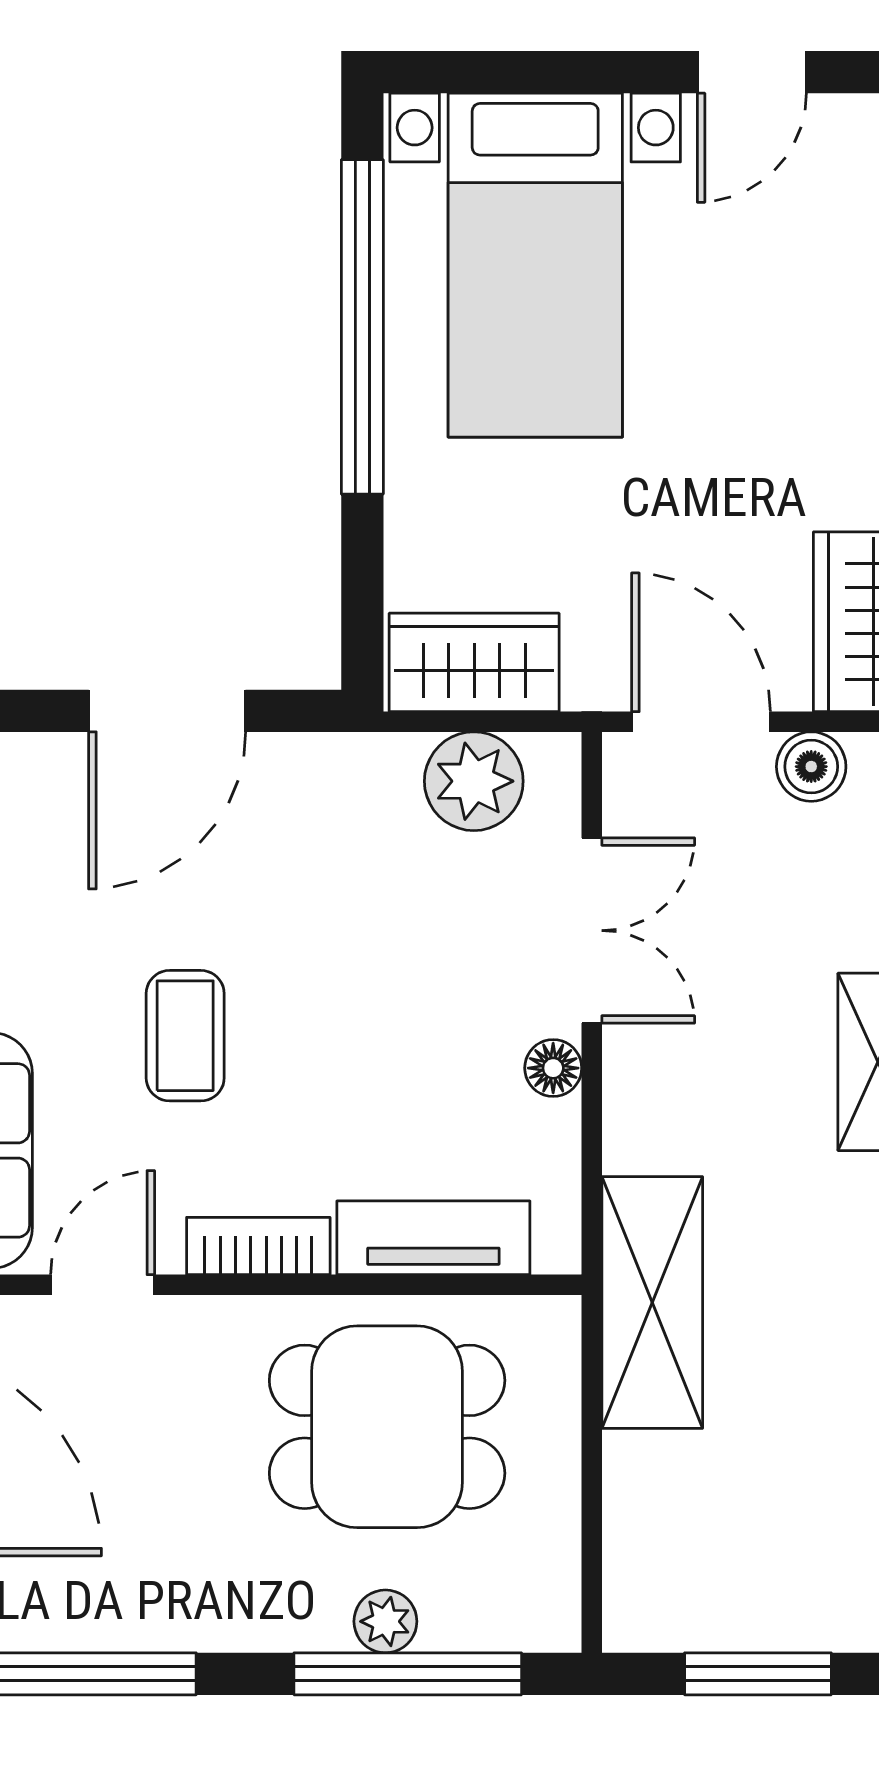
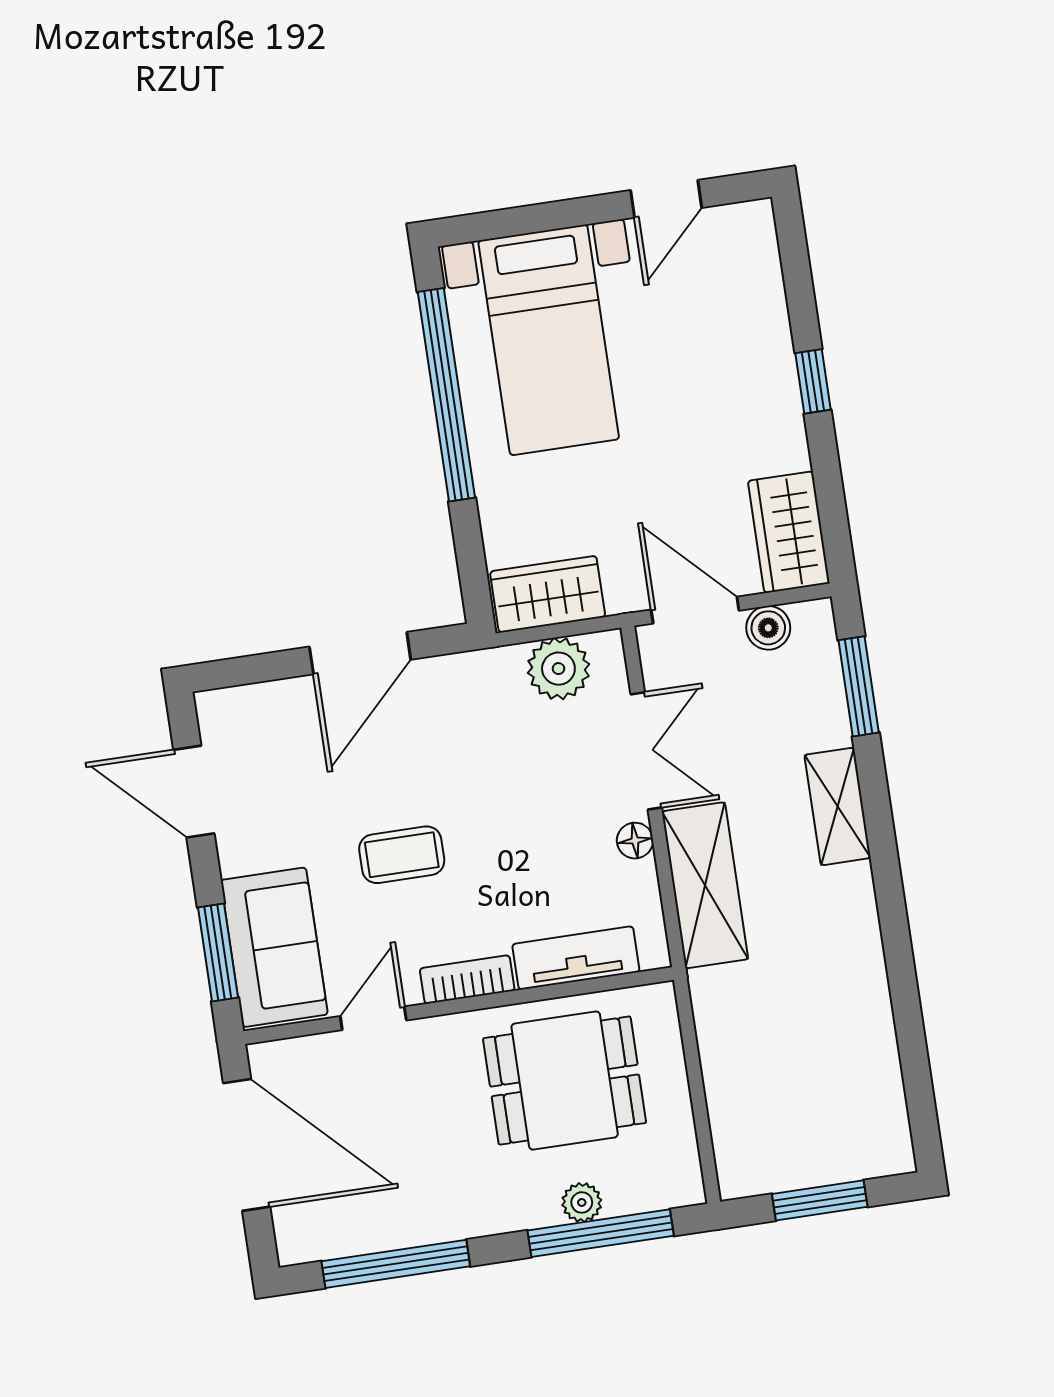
coffee table: (185, 1036) -> (402, 855), turned 90
shelving: (652, 1303) -> (705, 885), moved

